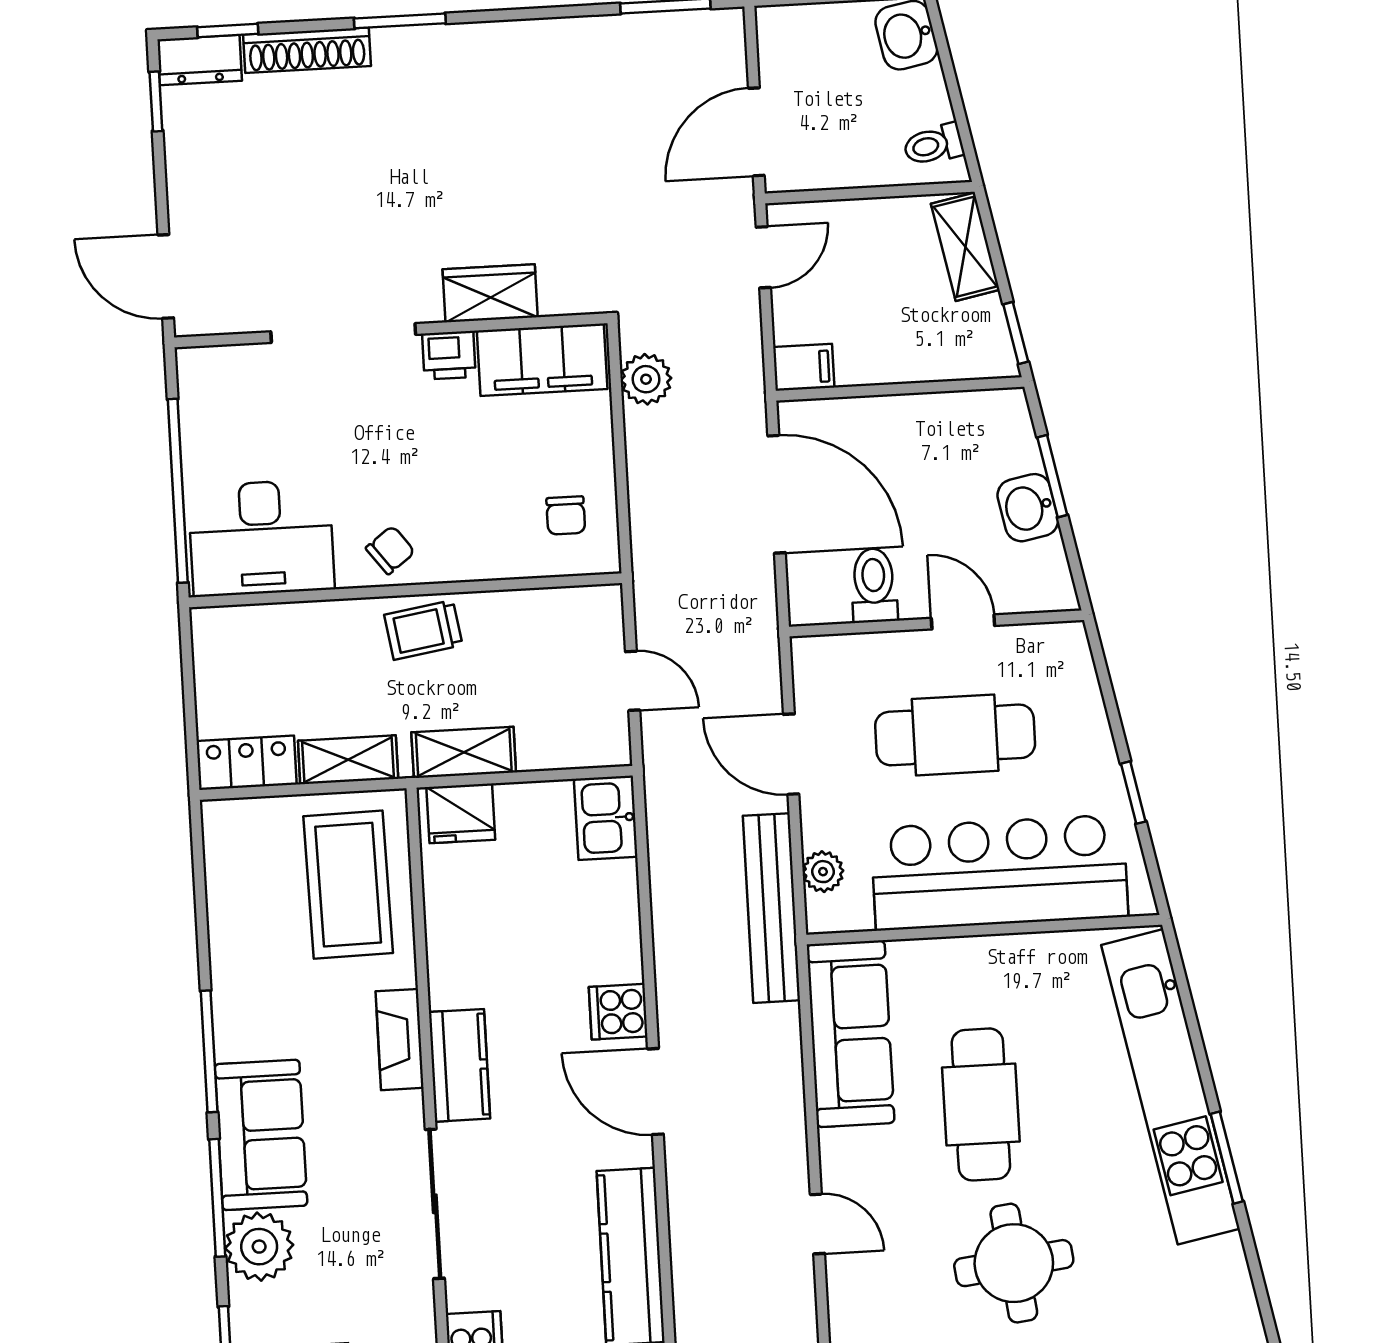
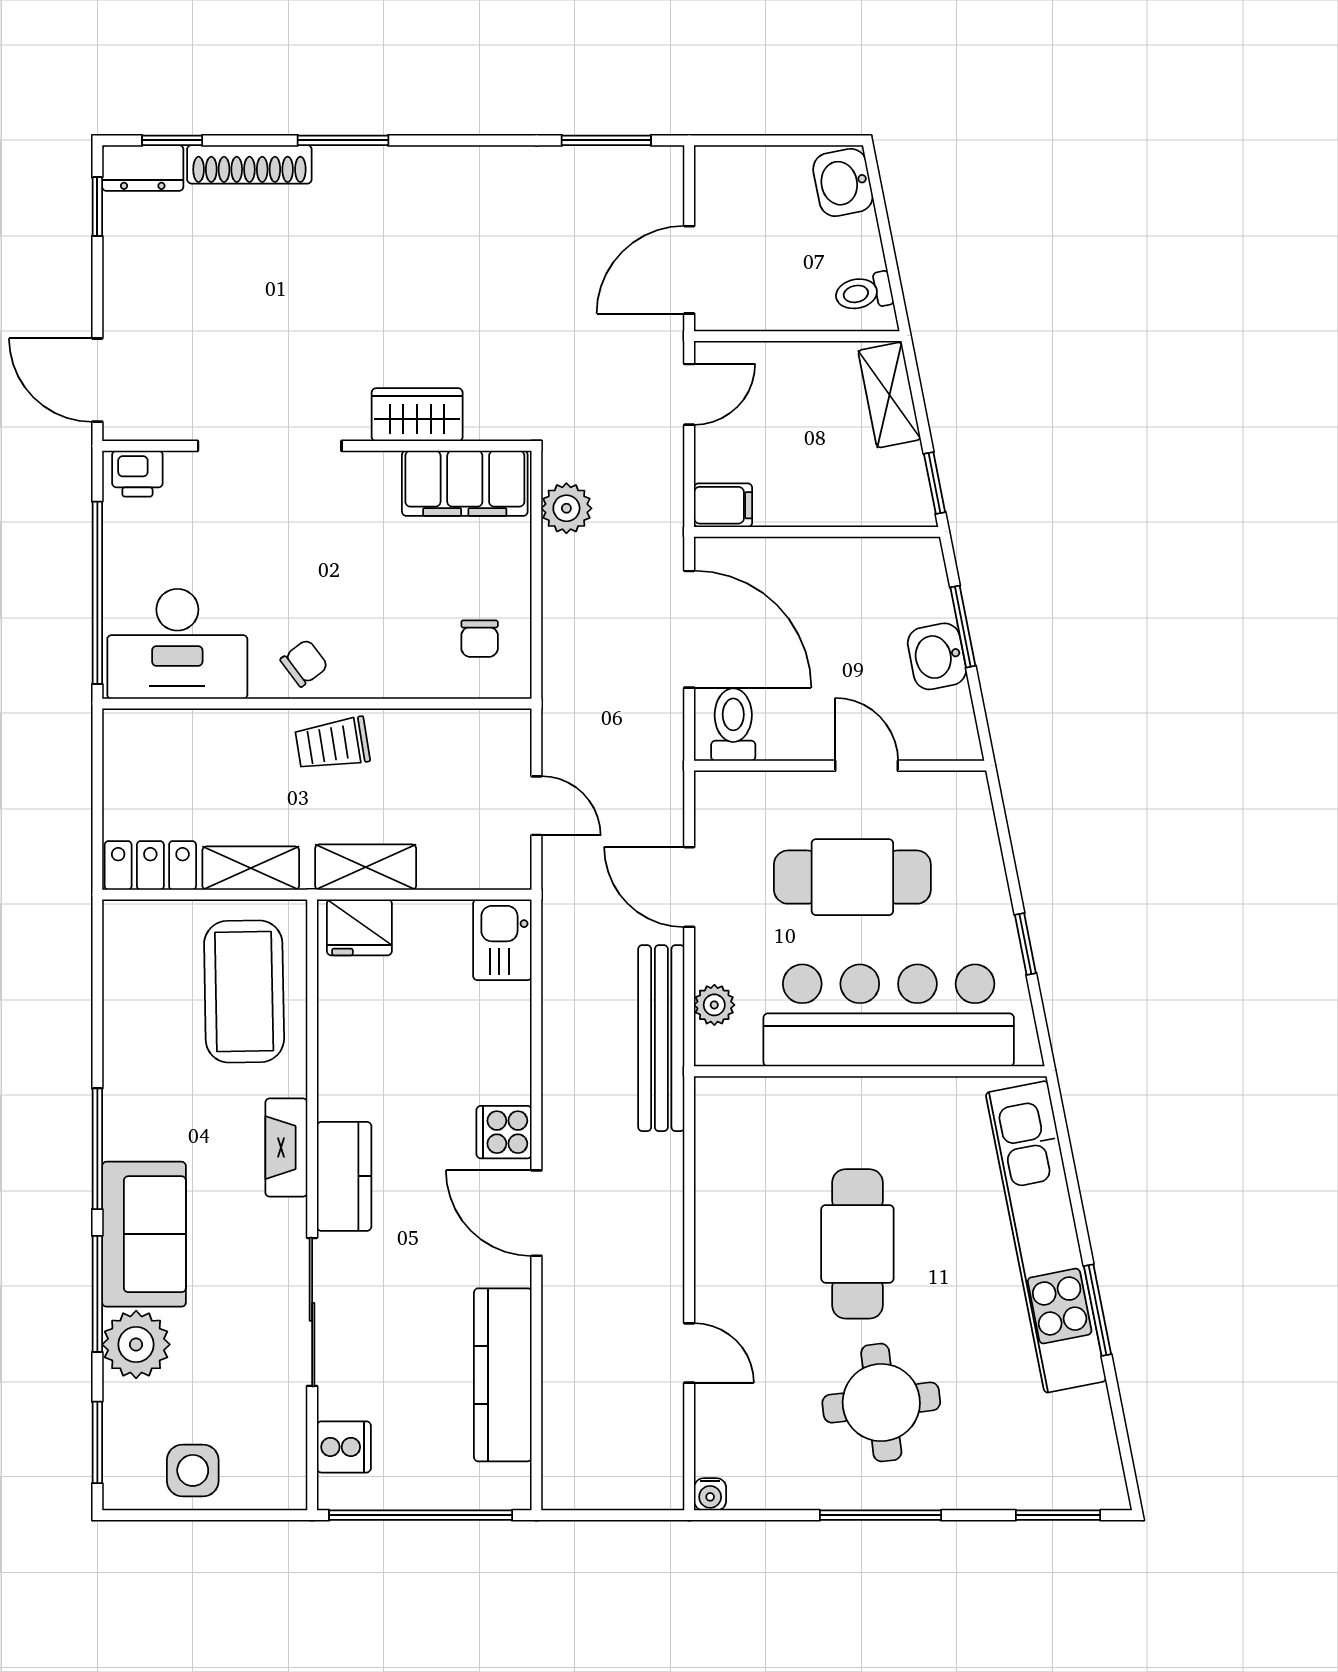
printer: (449, 355) -> (137, 474), moved
toilet: (874, 585) -> (733, 725), moved
sofa: (851, 1034) -> (733, 1167), removed

